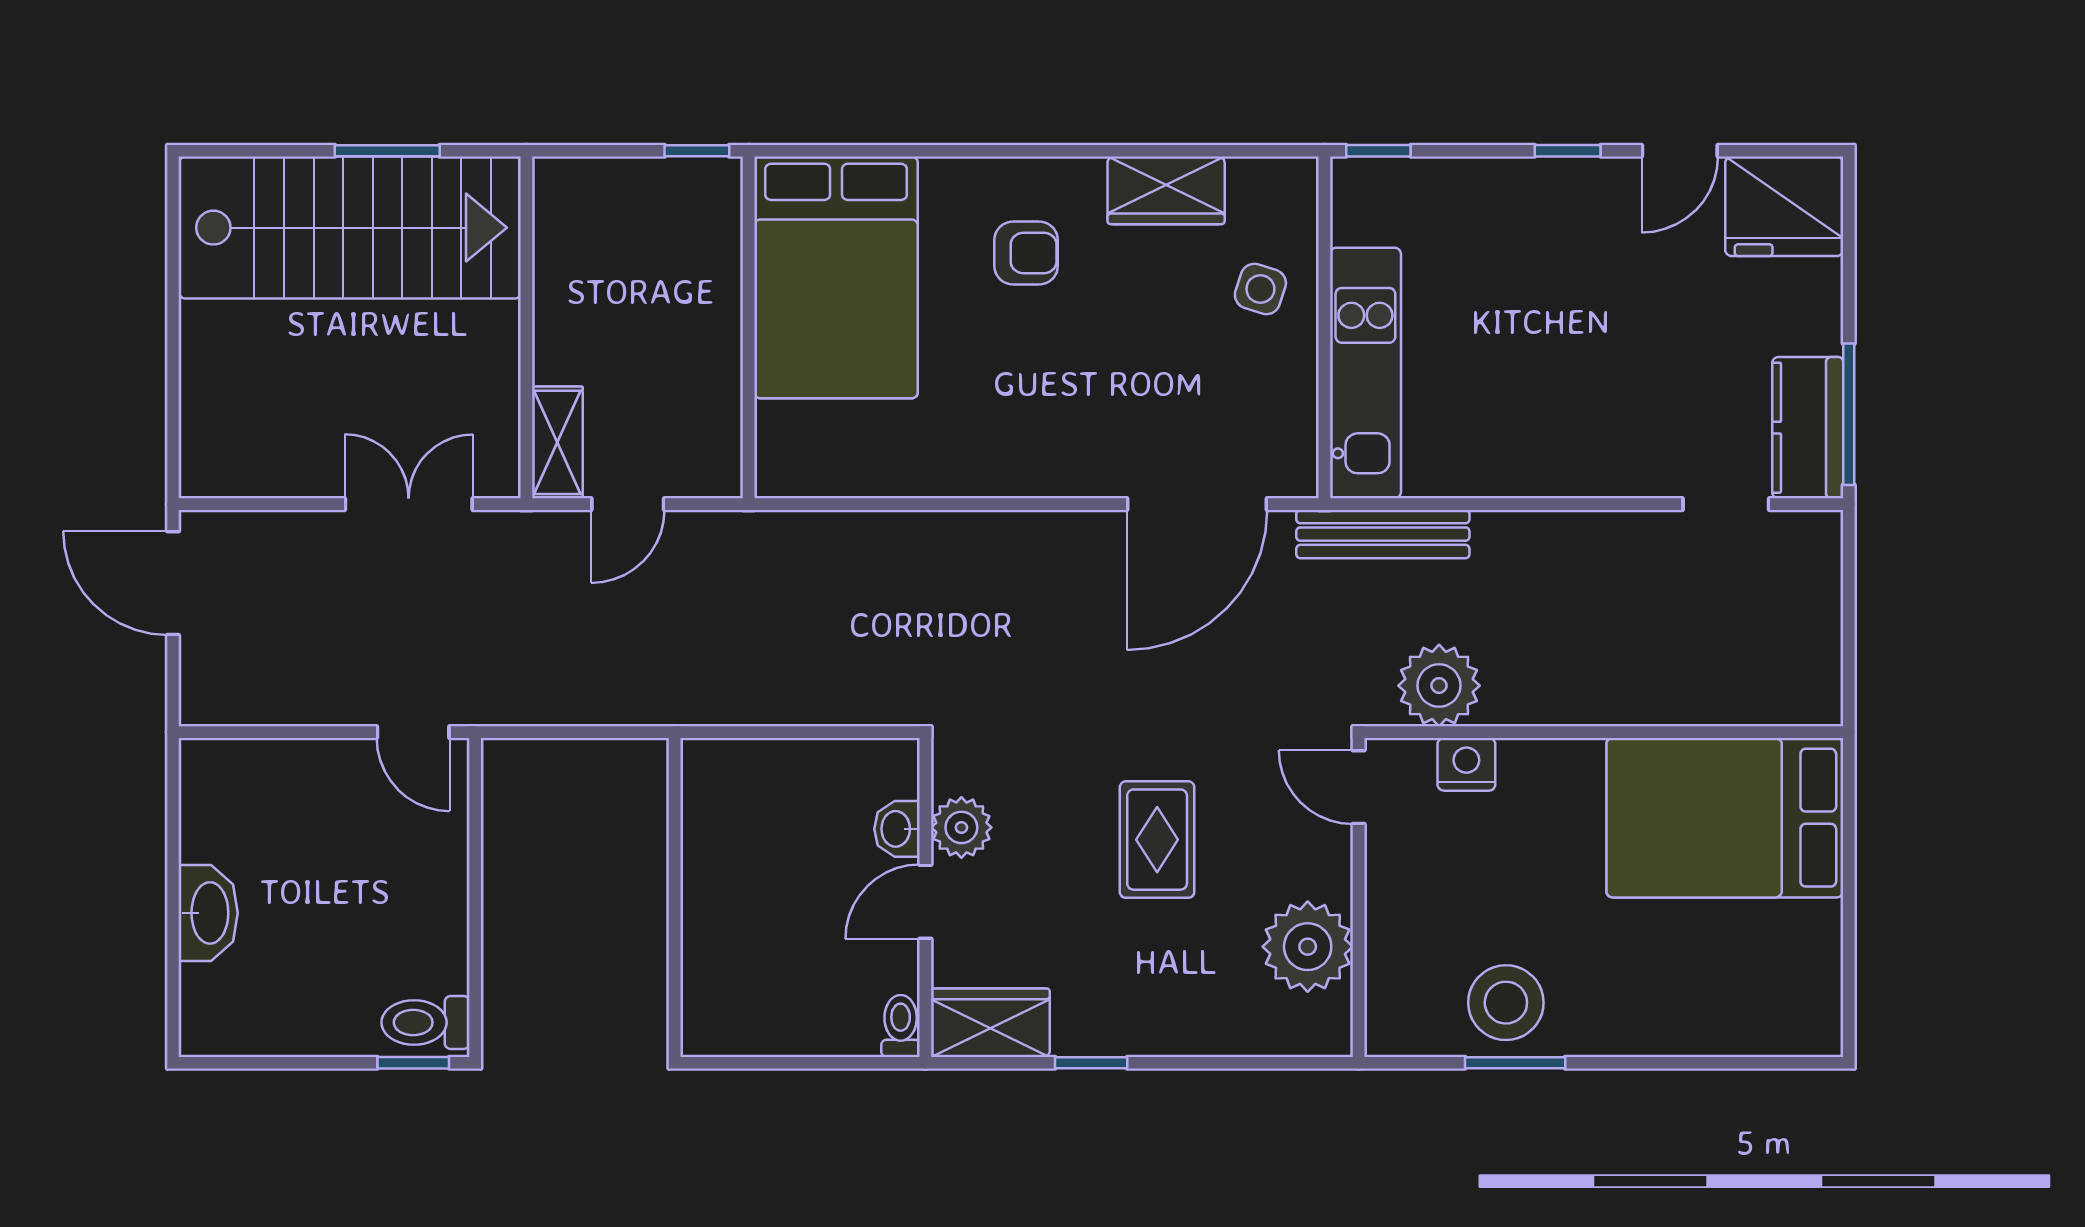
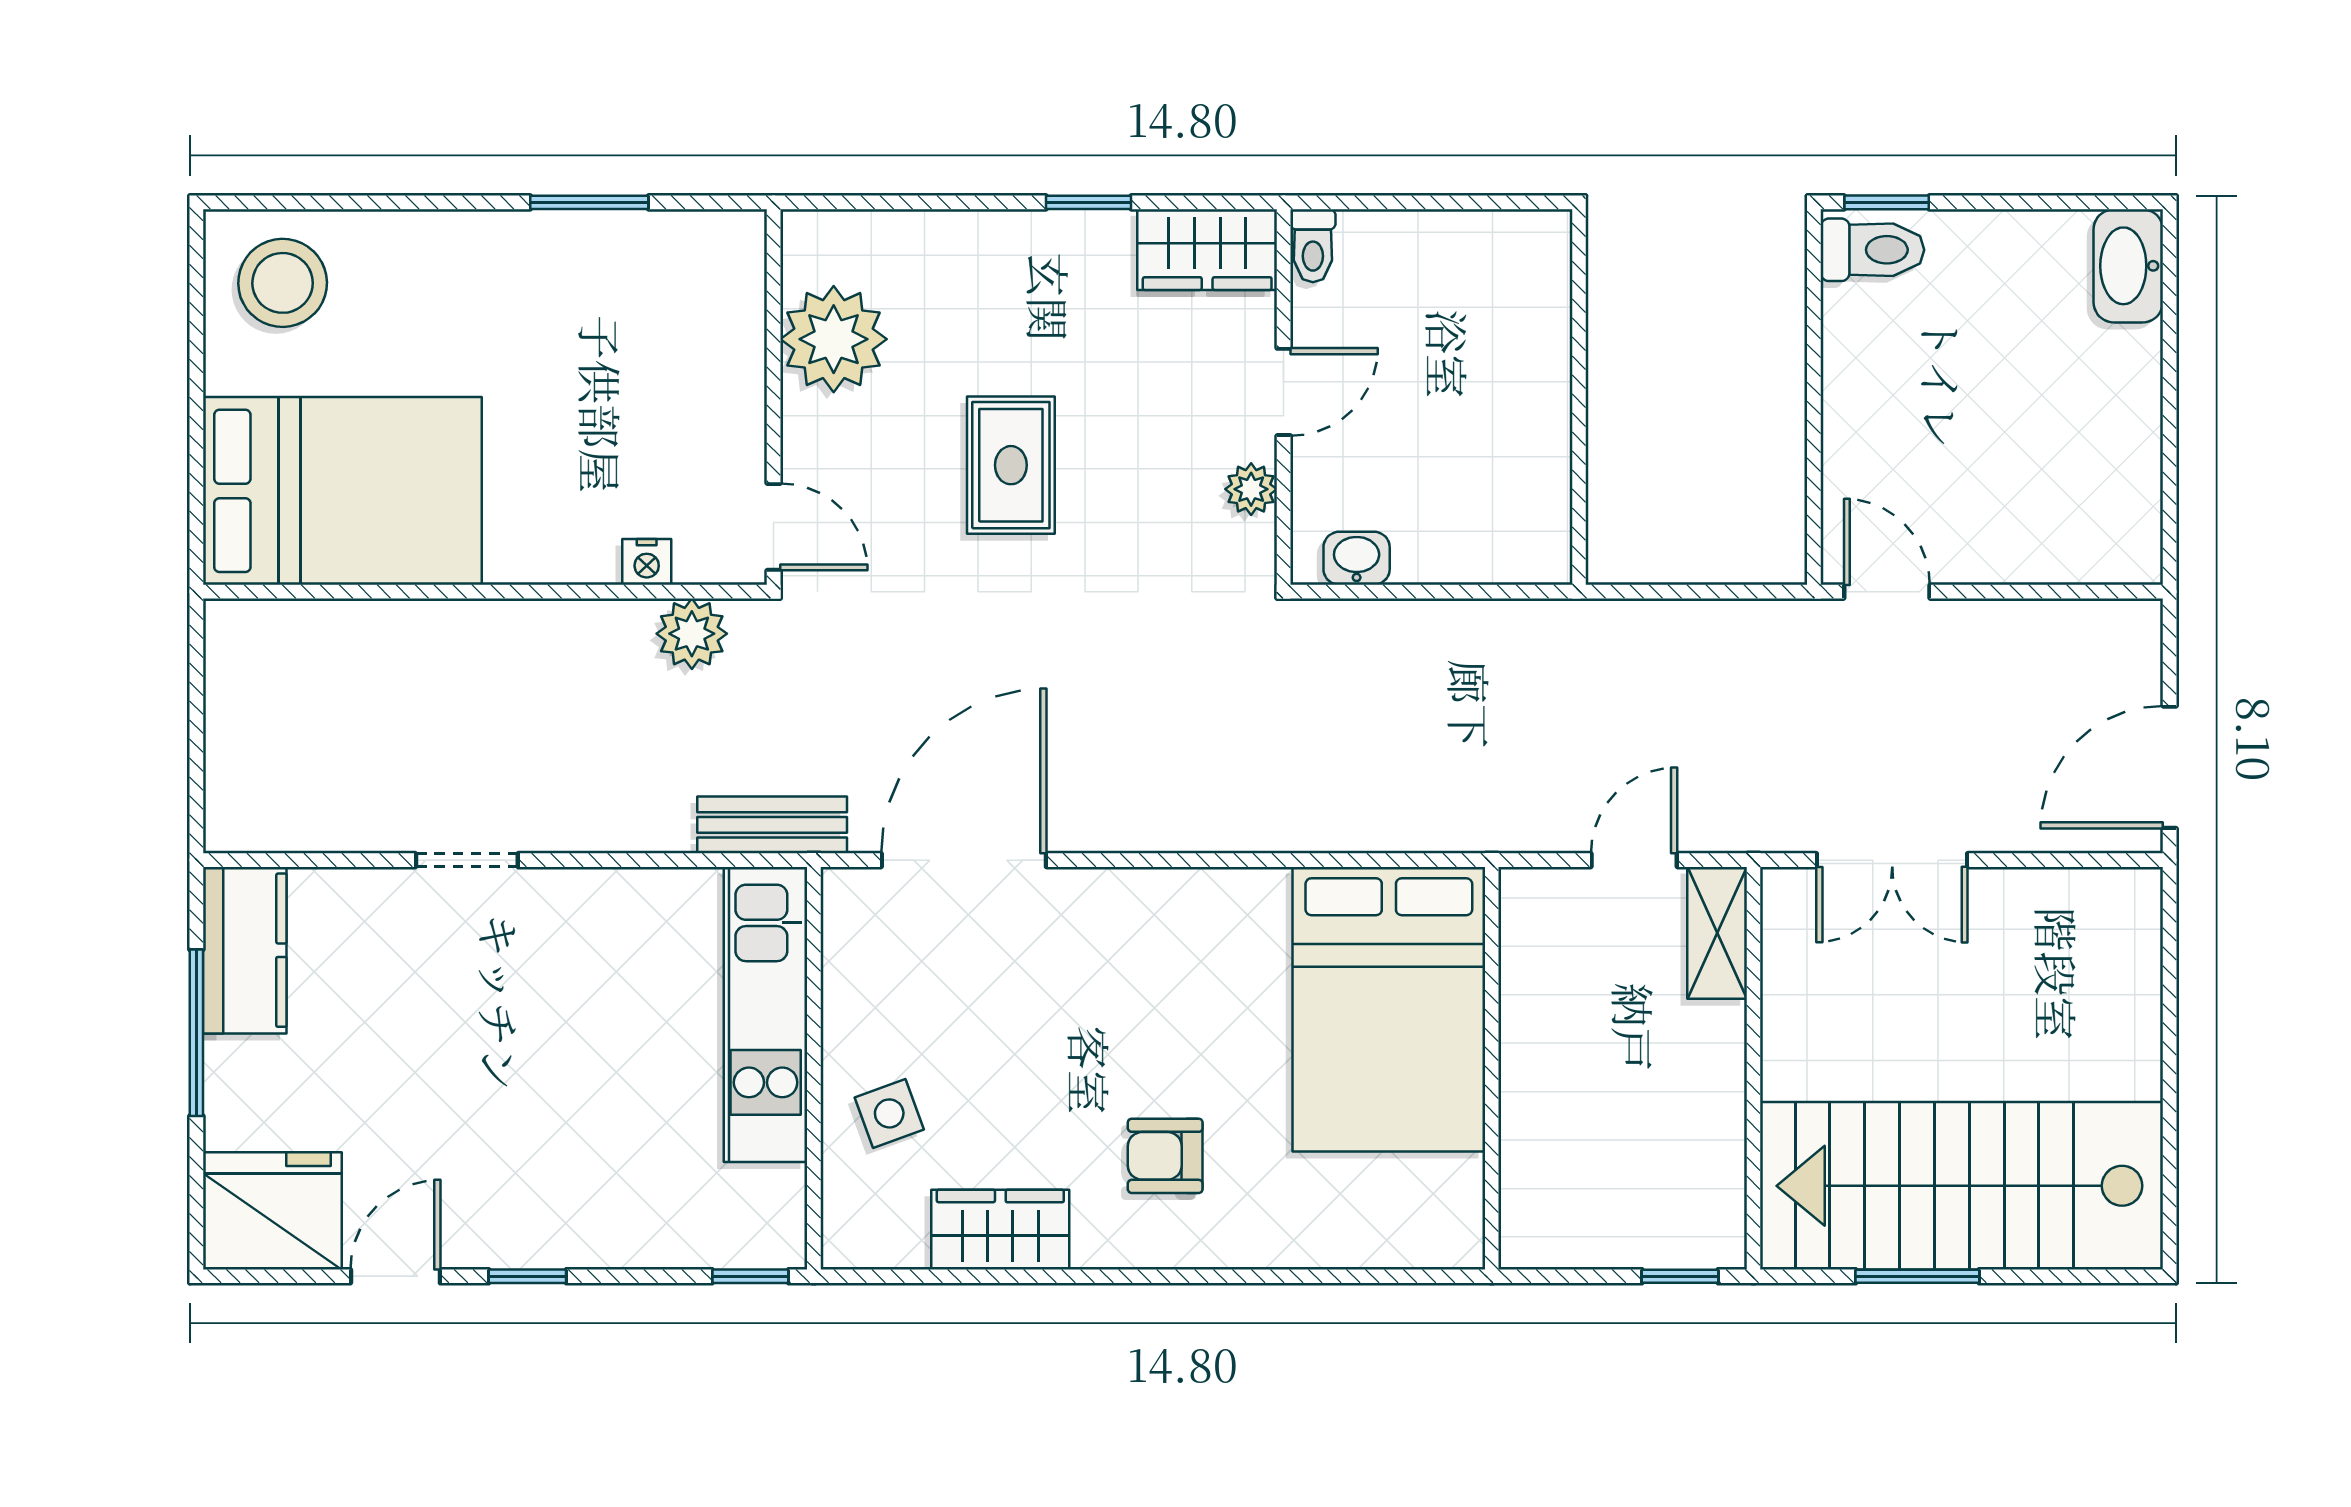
window: (697, 151) -> (1680, 1276), moved
bed: (836, 277) -> (1389, 1009), moved, turned 180
side table: (1260, 289) -> (889, 1113), turned -38
window: (1849, 414) -> (196, 1033), moved
doorway: (1726, 504) -> (467, 860), moved
bench: (1383, 534) -> (772, 825), width x0.73
door: (173, 583) -> (2170, 767), swing flipped
plant: (1439, 686) -> (692, 634), width x0.73, depth x0.73
nightstand: (1466, 764) -> (647, 562), width x0.72, depth x0.74
plant: (961, 827) -> (1251, 489), width x0.73, depth x0.73
washbasin: (897, 829) -> (1357, 558), moved, turned -90
washbasin: (208, 913) -> (2128, 266), moved
stool: (1506, 1003) -> (283, 283), moved

